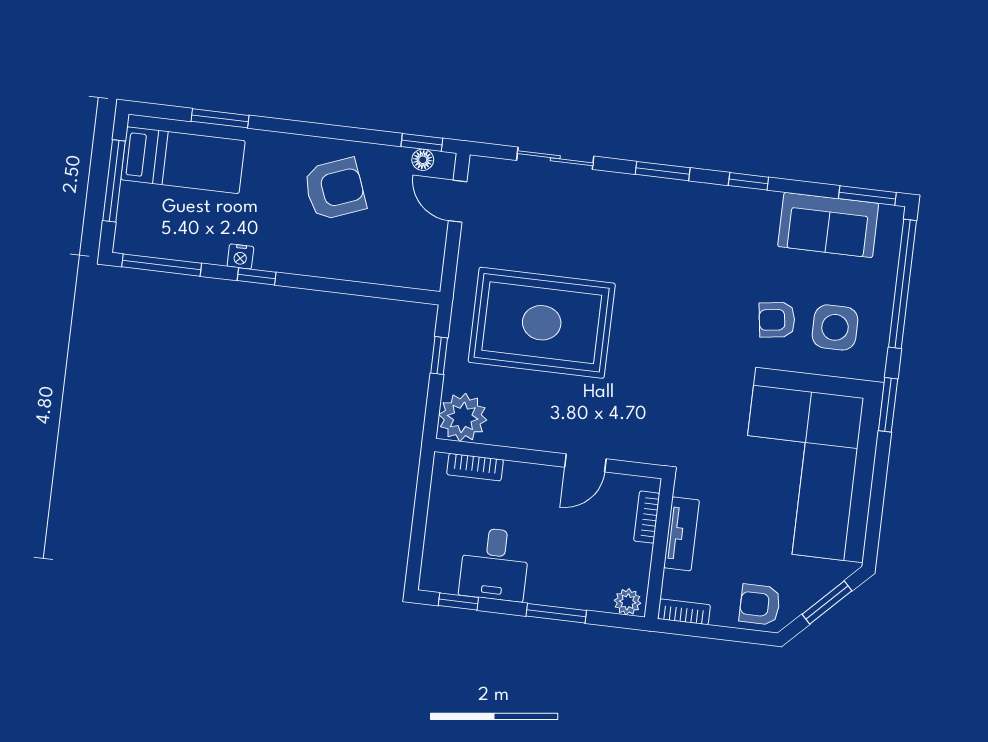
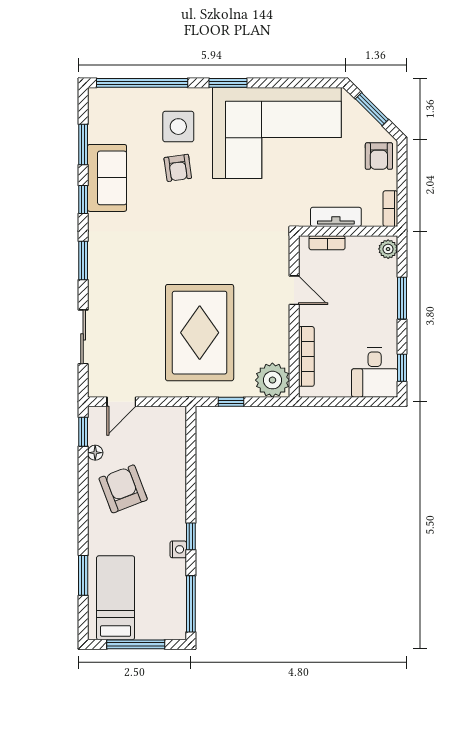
floor lamp: (423, 160) -> (95, 453), moved
window: (867, 195) -> (83, 144), moved
sofa: (828, 225) -> (107, 178), moved
bookcase: (475, 467) -> (306, 356), width x1.56
desk: (494, 564) -> (375, 373), moved, turned 90

